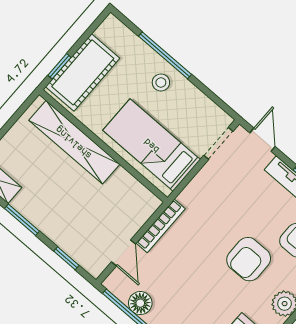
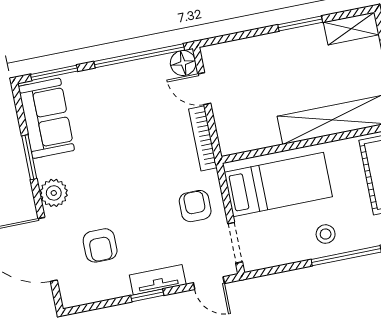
window: (66, 258) -> (238, 36), removed
armchair: (249, 259) -> (195, 206), moved, width x0.72, depth x0.72
floor lamp: (140, 303) -> (183, 63), moved

